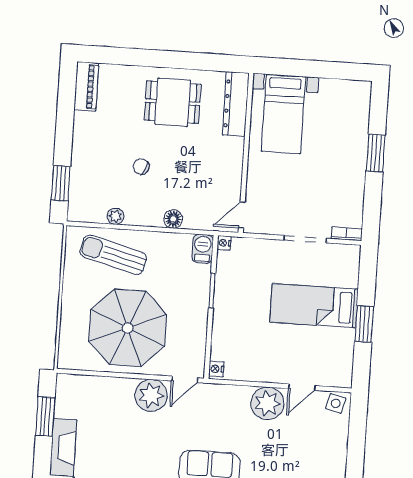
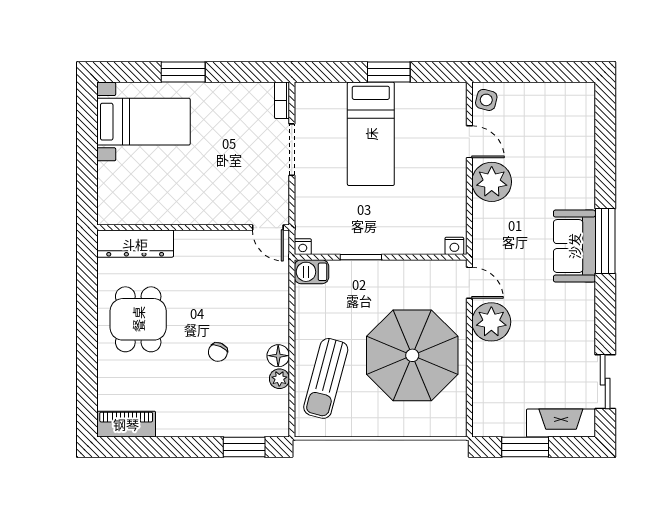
bed with nightstands: (283, 114) -> (143, 122), moved
floor lamp: (173, 219) -> (278, 356), moved

